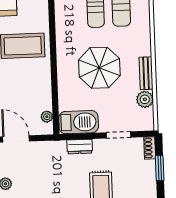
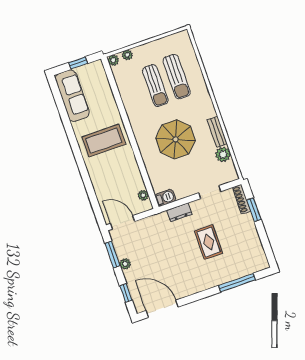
barbecue: (79, 122) -> (165, 198), width x0.53, depth x0.65
shoe rack: (150, 148) -> (241, 199), width x1.43

